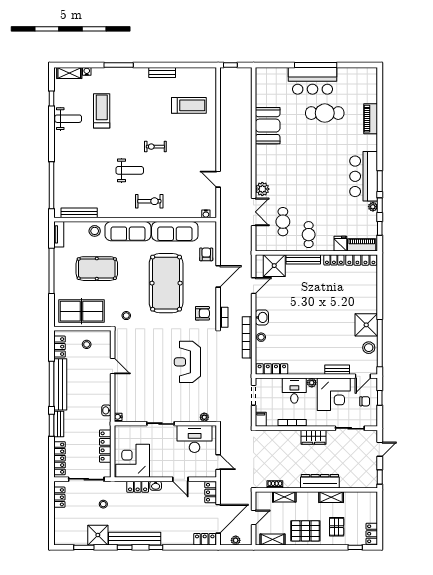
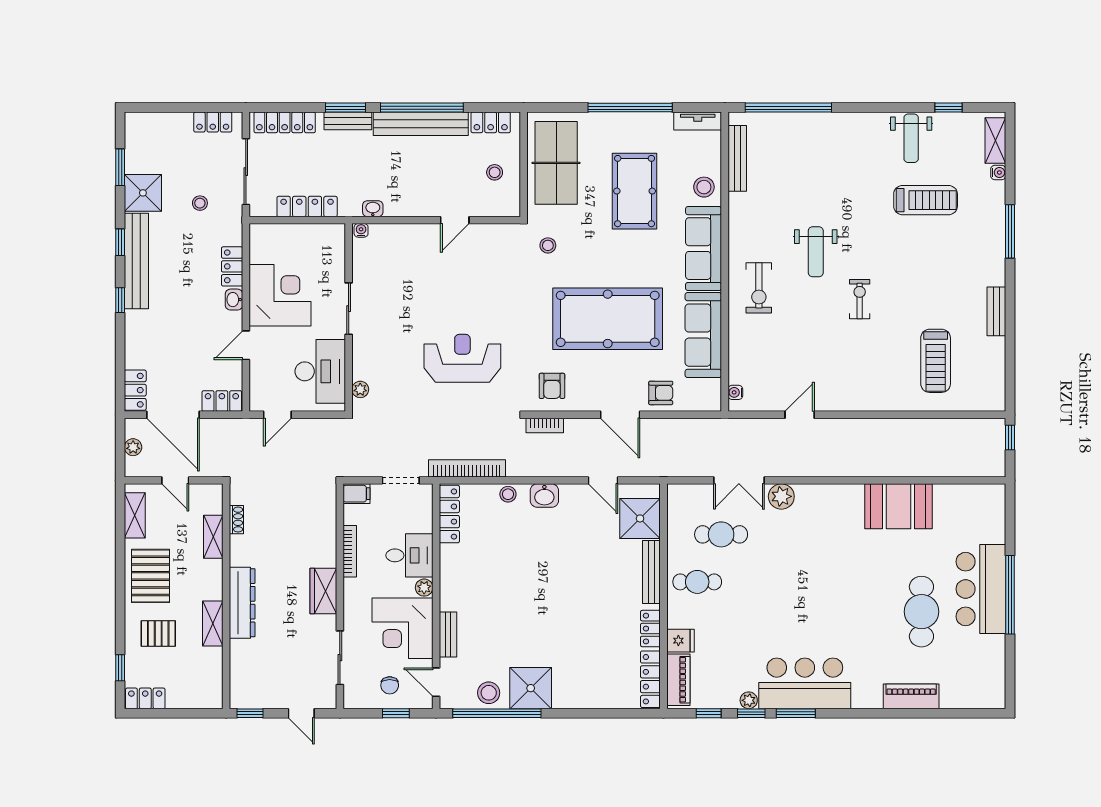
bookcase: (247, 337) -> (467, 468), moved
corner desk: (133, 461) -> (280, 295), moved

